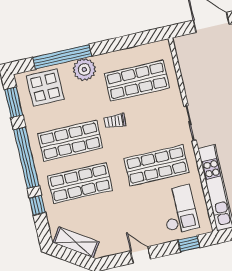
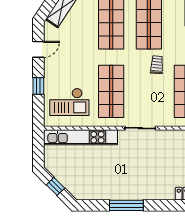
window: (189, 244) -> (38, 86), moved
door: (141, 255) -> (38, 49), moved

